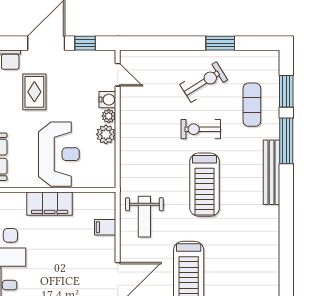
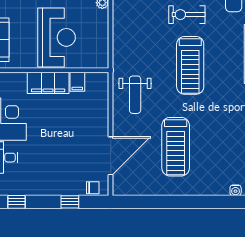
plant: (106, 134) -> (100, 19), removed
filing cabinet: (105, 227) -> (77, 82), moved, turned -90

